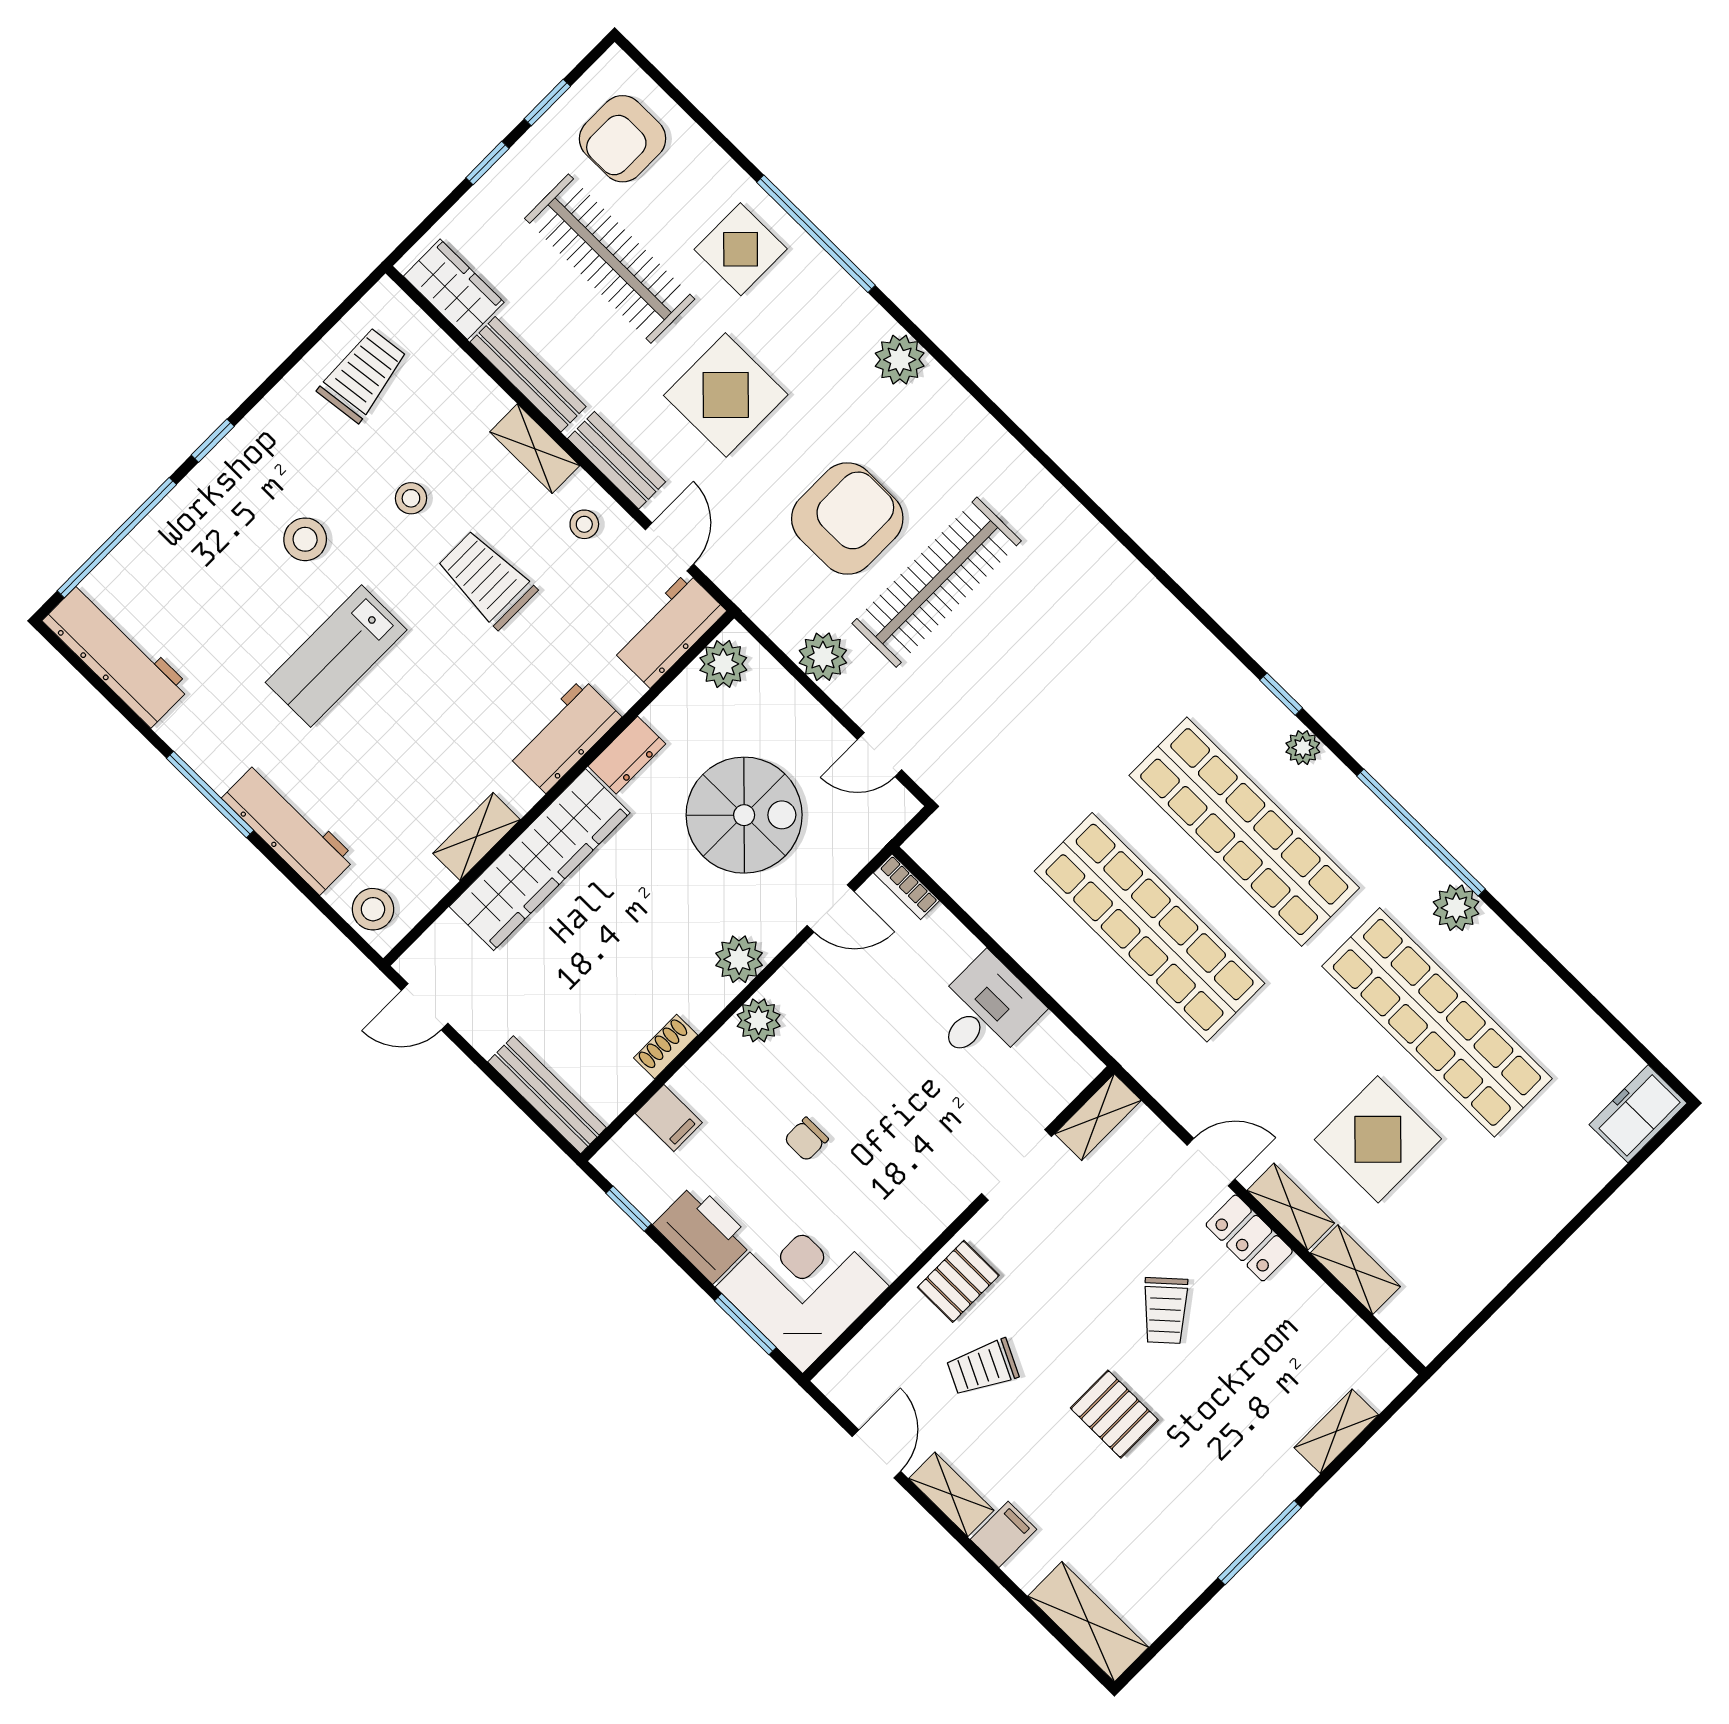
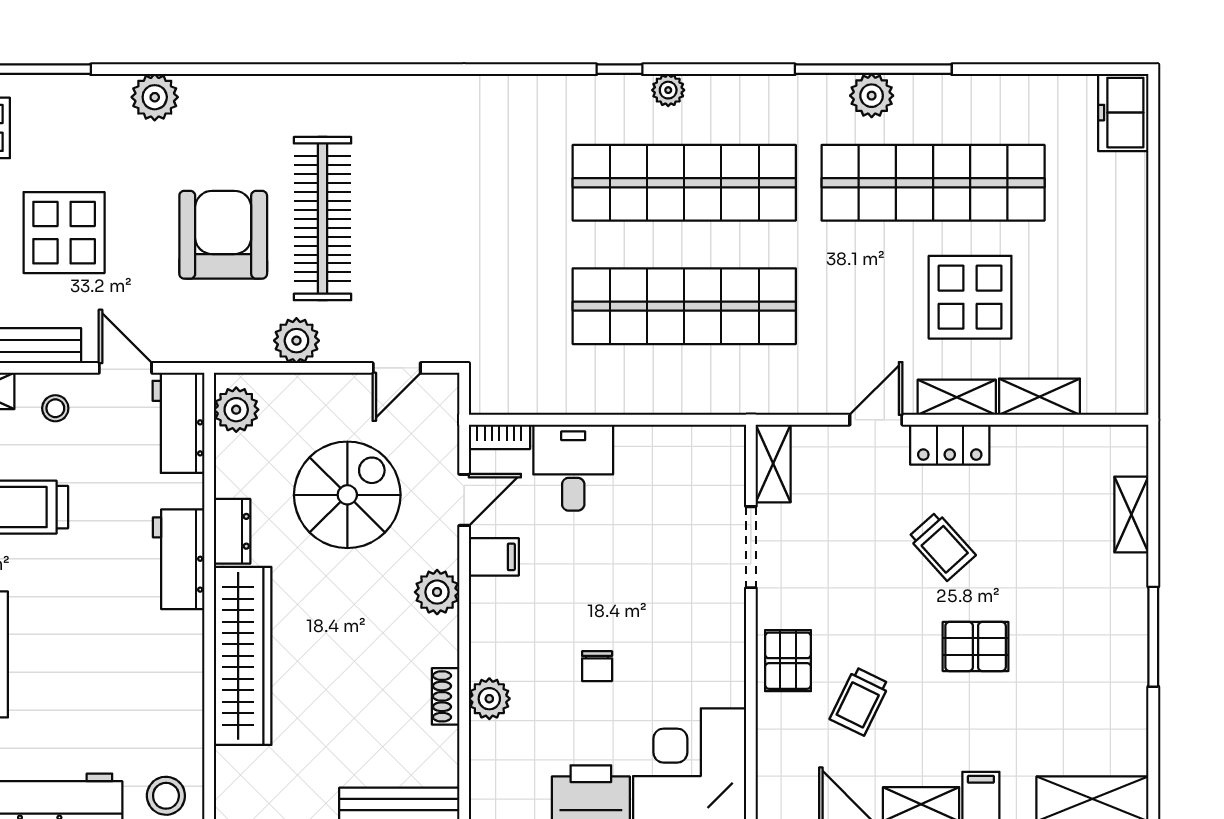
window: (1421, 833) -> (873, 69), moved
shelving: (477, 836) -> (187, 681), removed
desk: (985, 1011) -> (573, 468), moved
plant: (759, 1020) -> (489, 699), moved
filing cabinet: (669, 1118) -> (494, 557), moved

